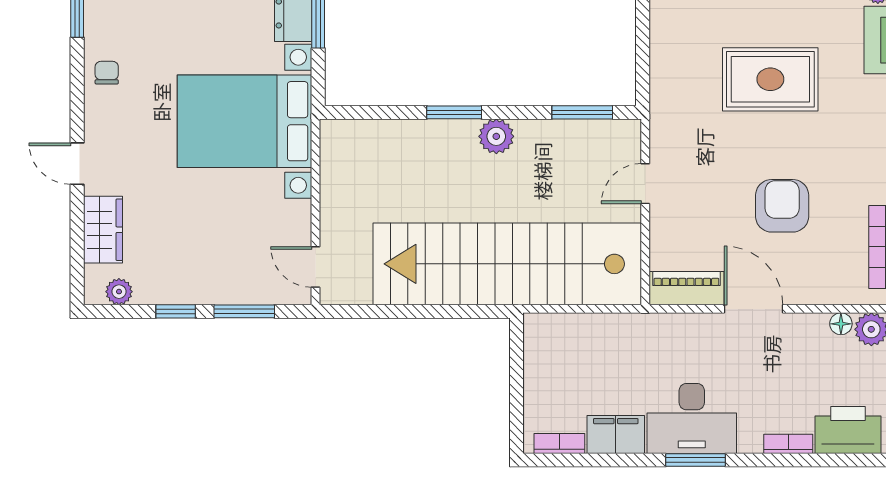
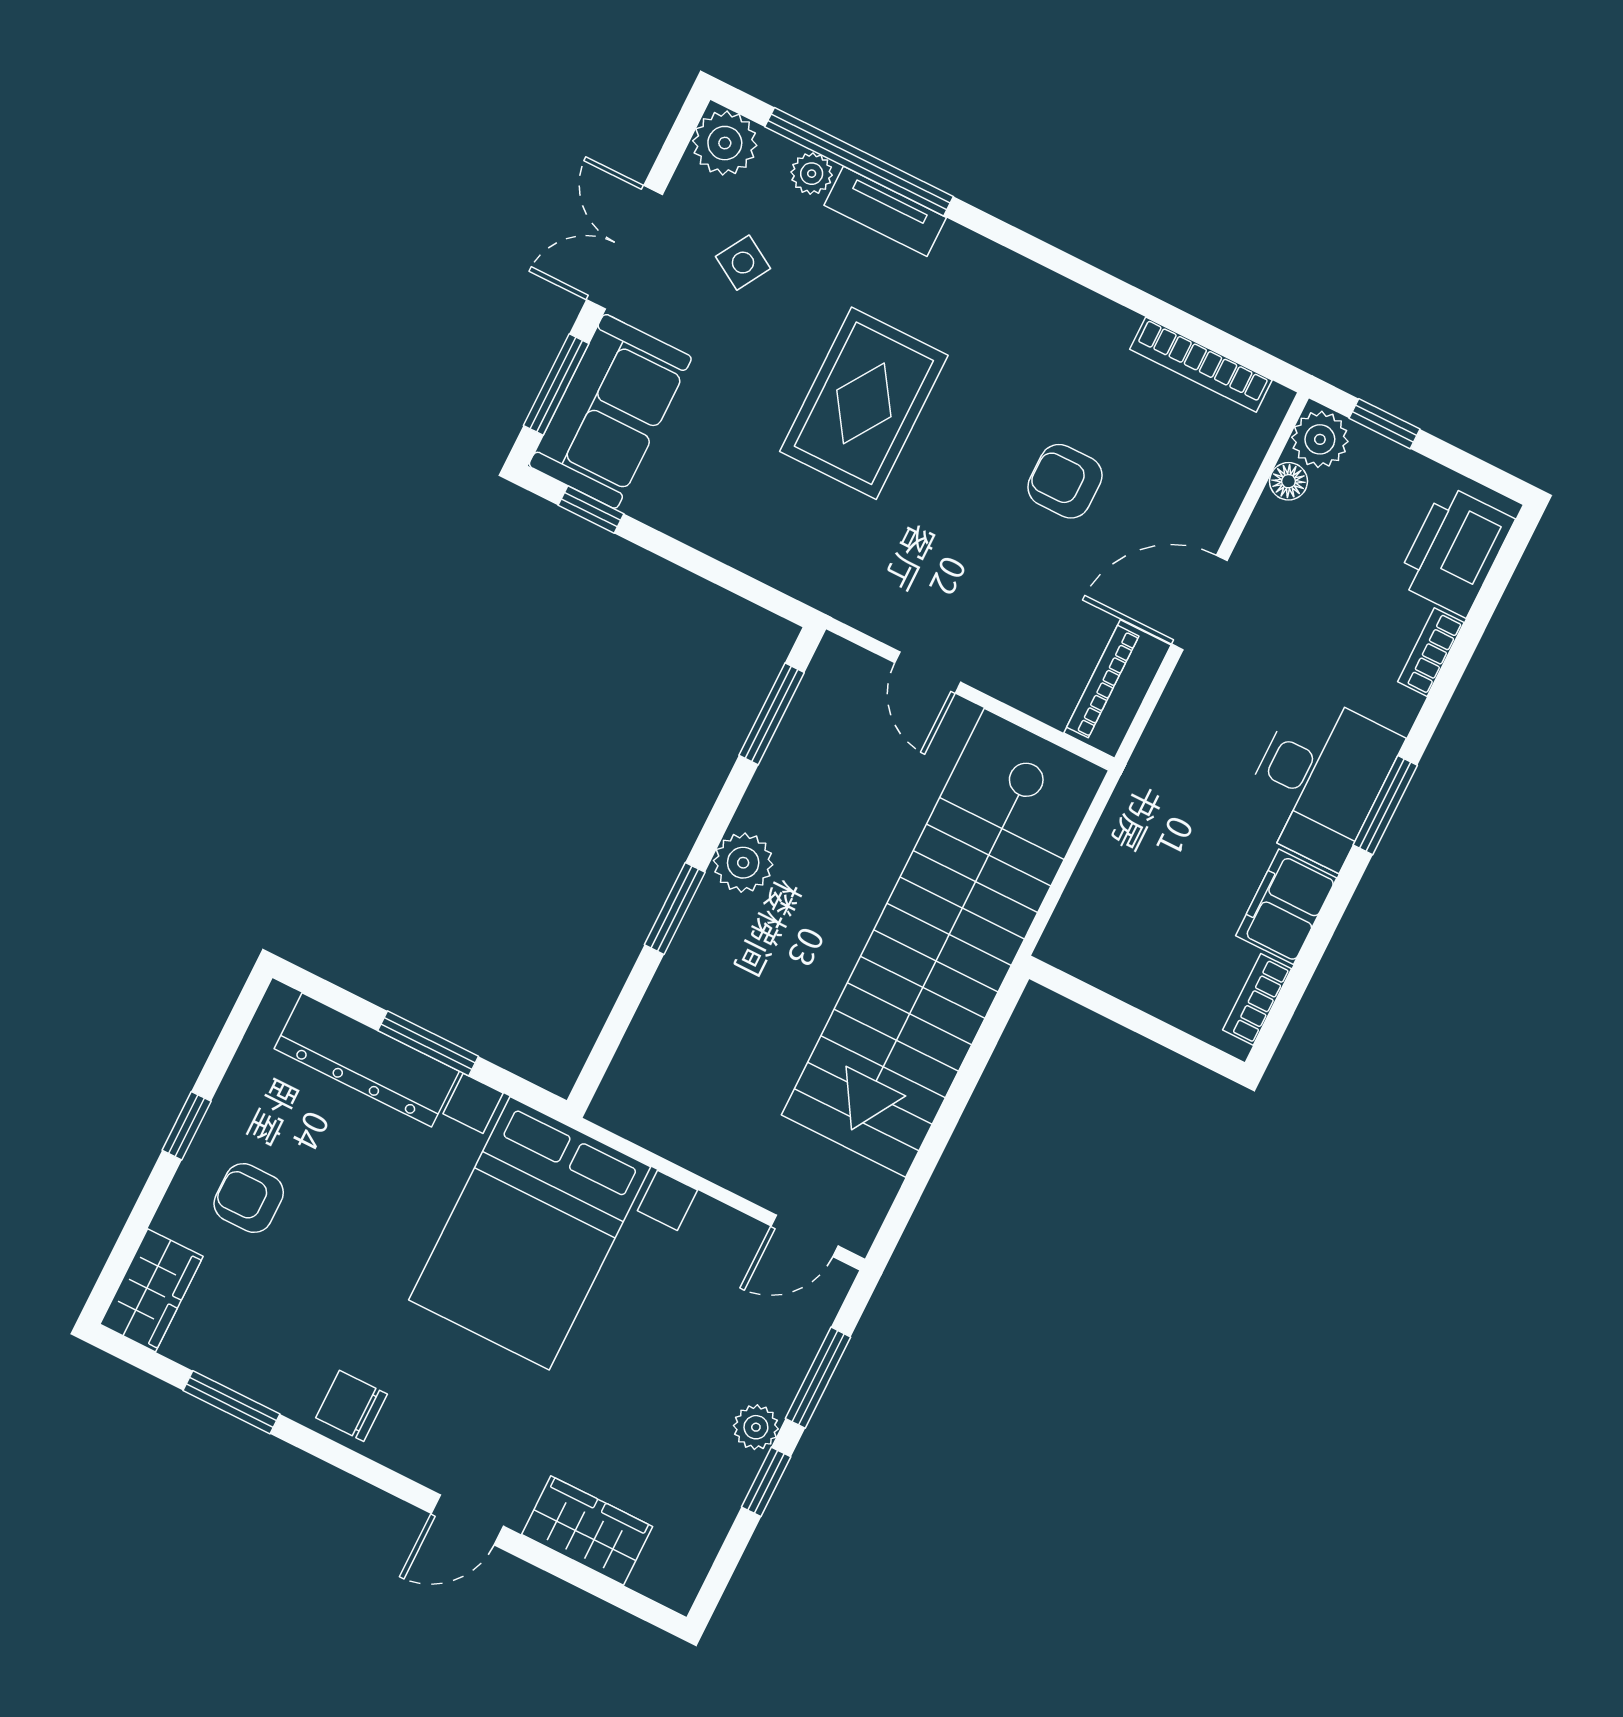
chair: (107, 73) -> (352, 1406), width x1.37, depth x1.37
armchair: (782, 206) -> (1065, 481), width x0.72, depth x0.72
plant: (119, 292) -> (756, 1427), moved

